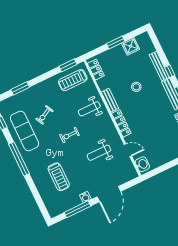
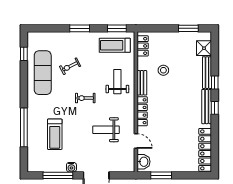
window: (116, 42) -> (188, 28), moved
shower: (131, 46) -> (204, 48), moved
stool: (136, 87) -> (163, 70), moved
window: (20, 88) -> (80, 28), moved
weight bench: (89, 109) -> (117, 82), turned 90
window: (19, 159) -> (24, 127), moved
window: (162, 168) -> (161, 175), added

